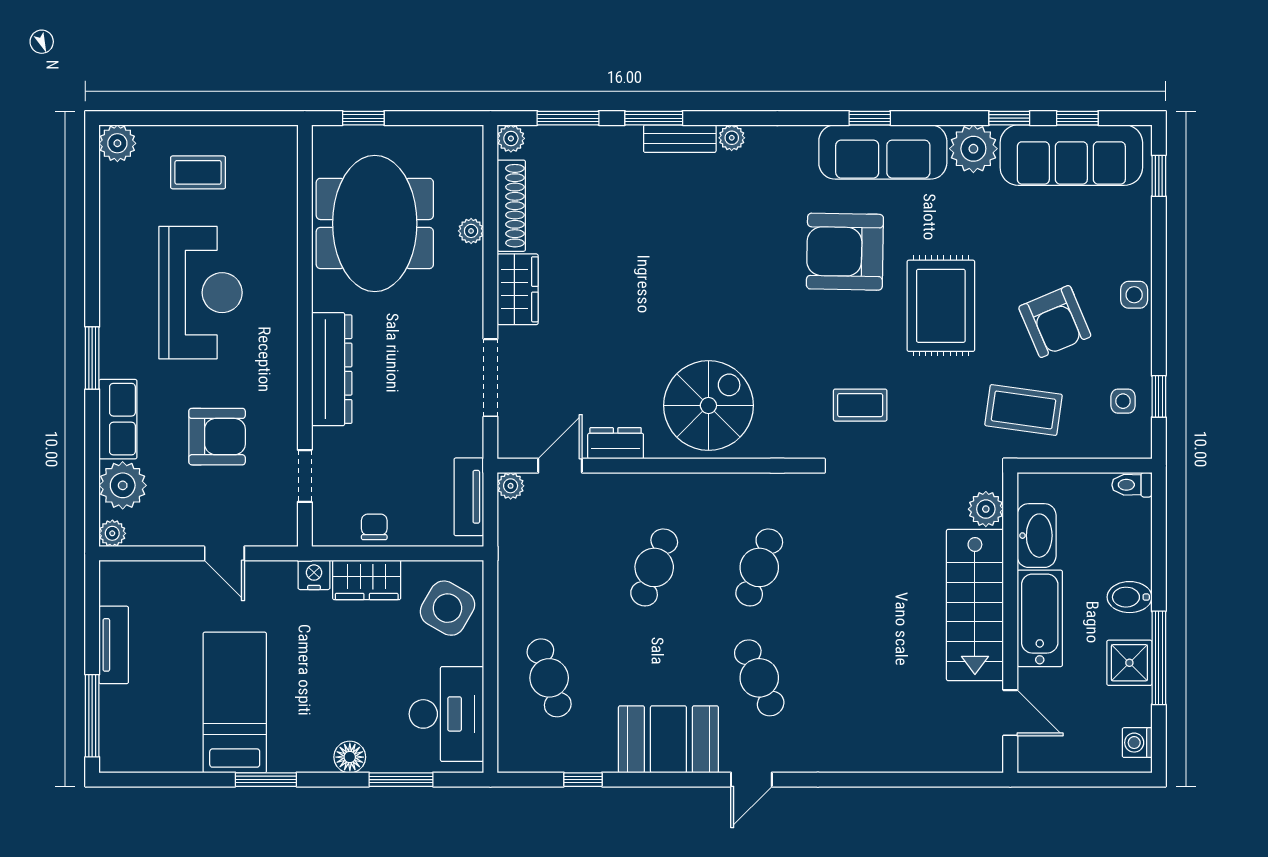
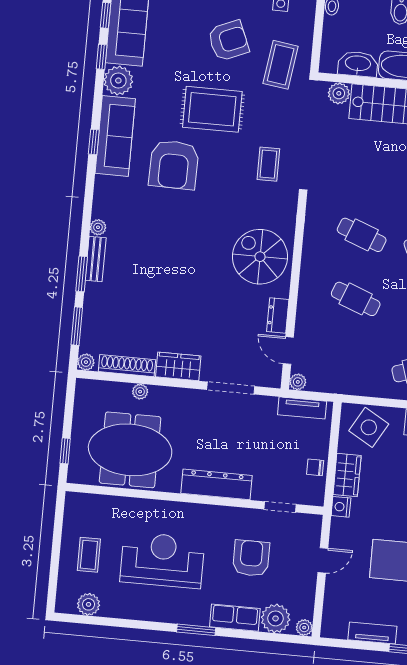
plant: (117, 143) -> (89, 604), moved

